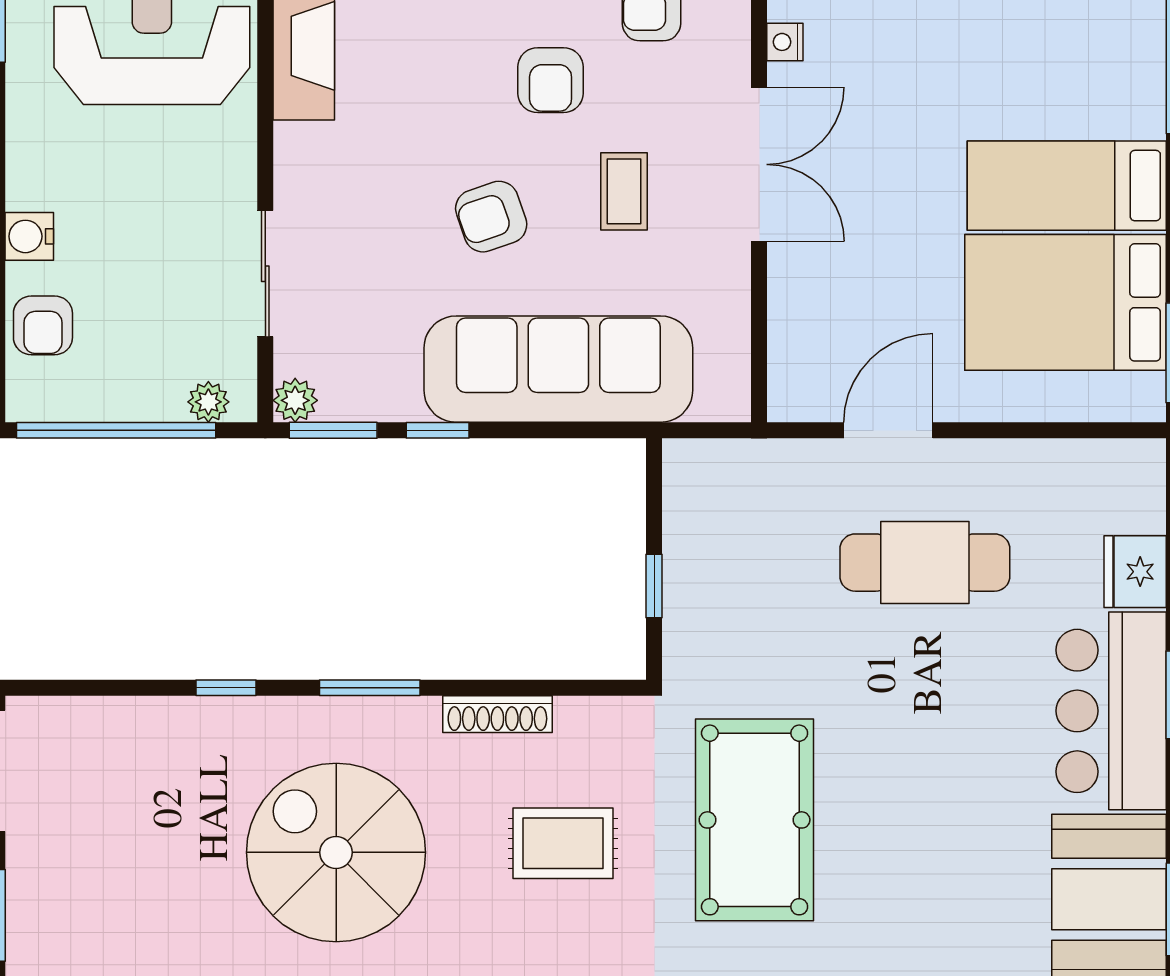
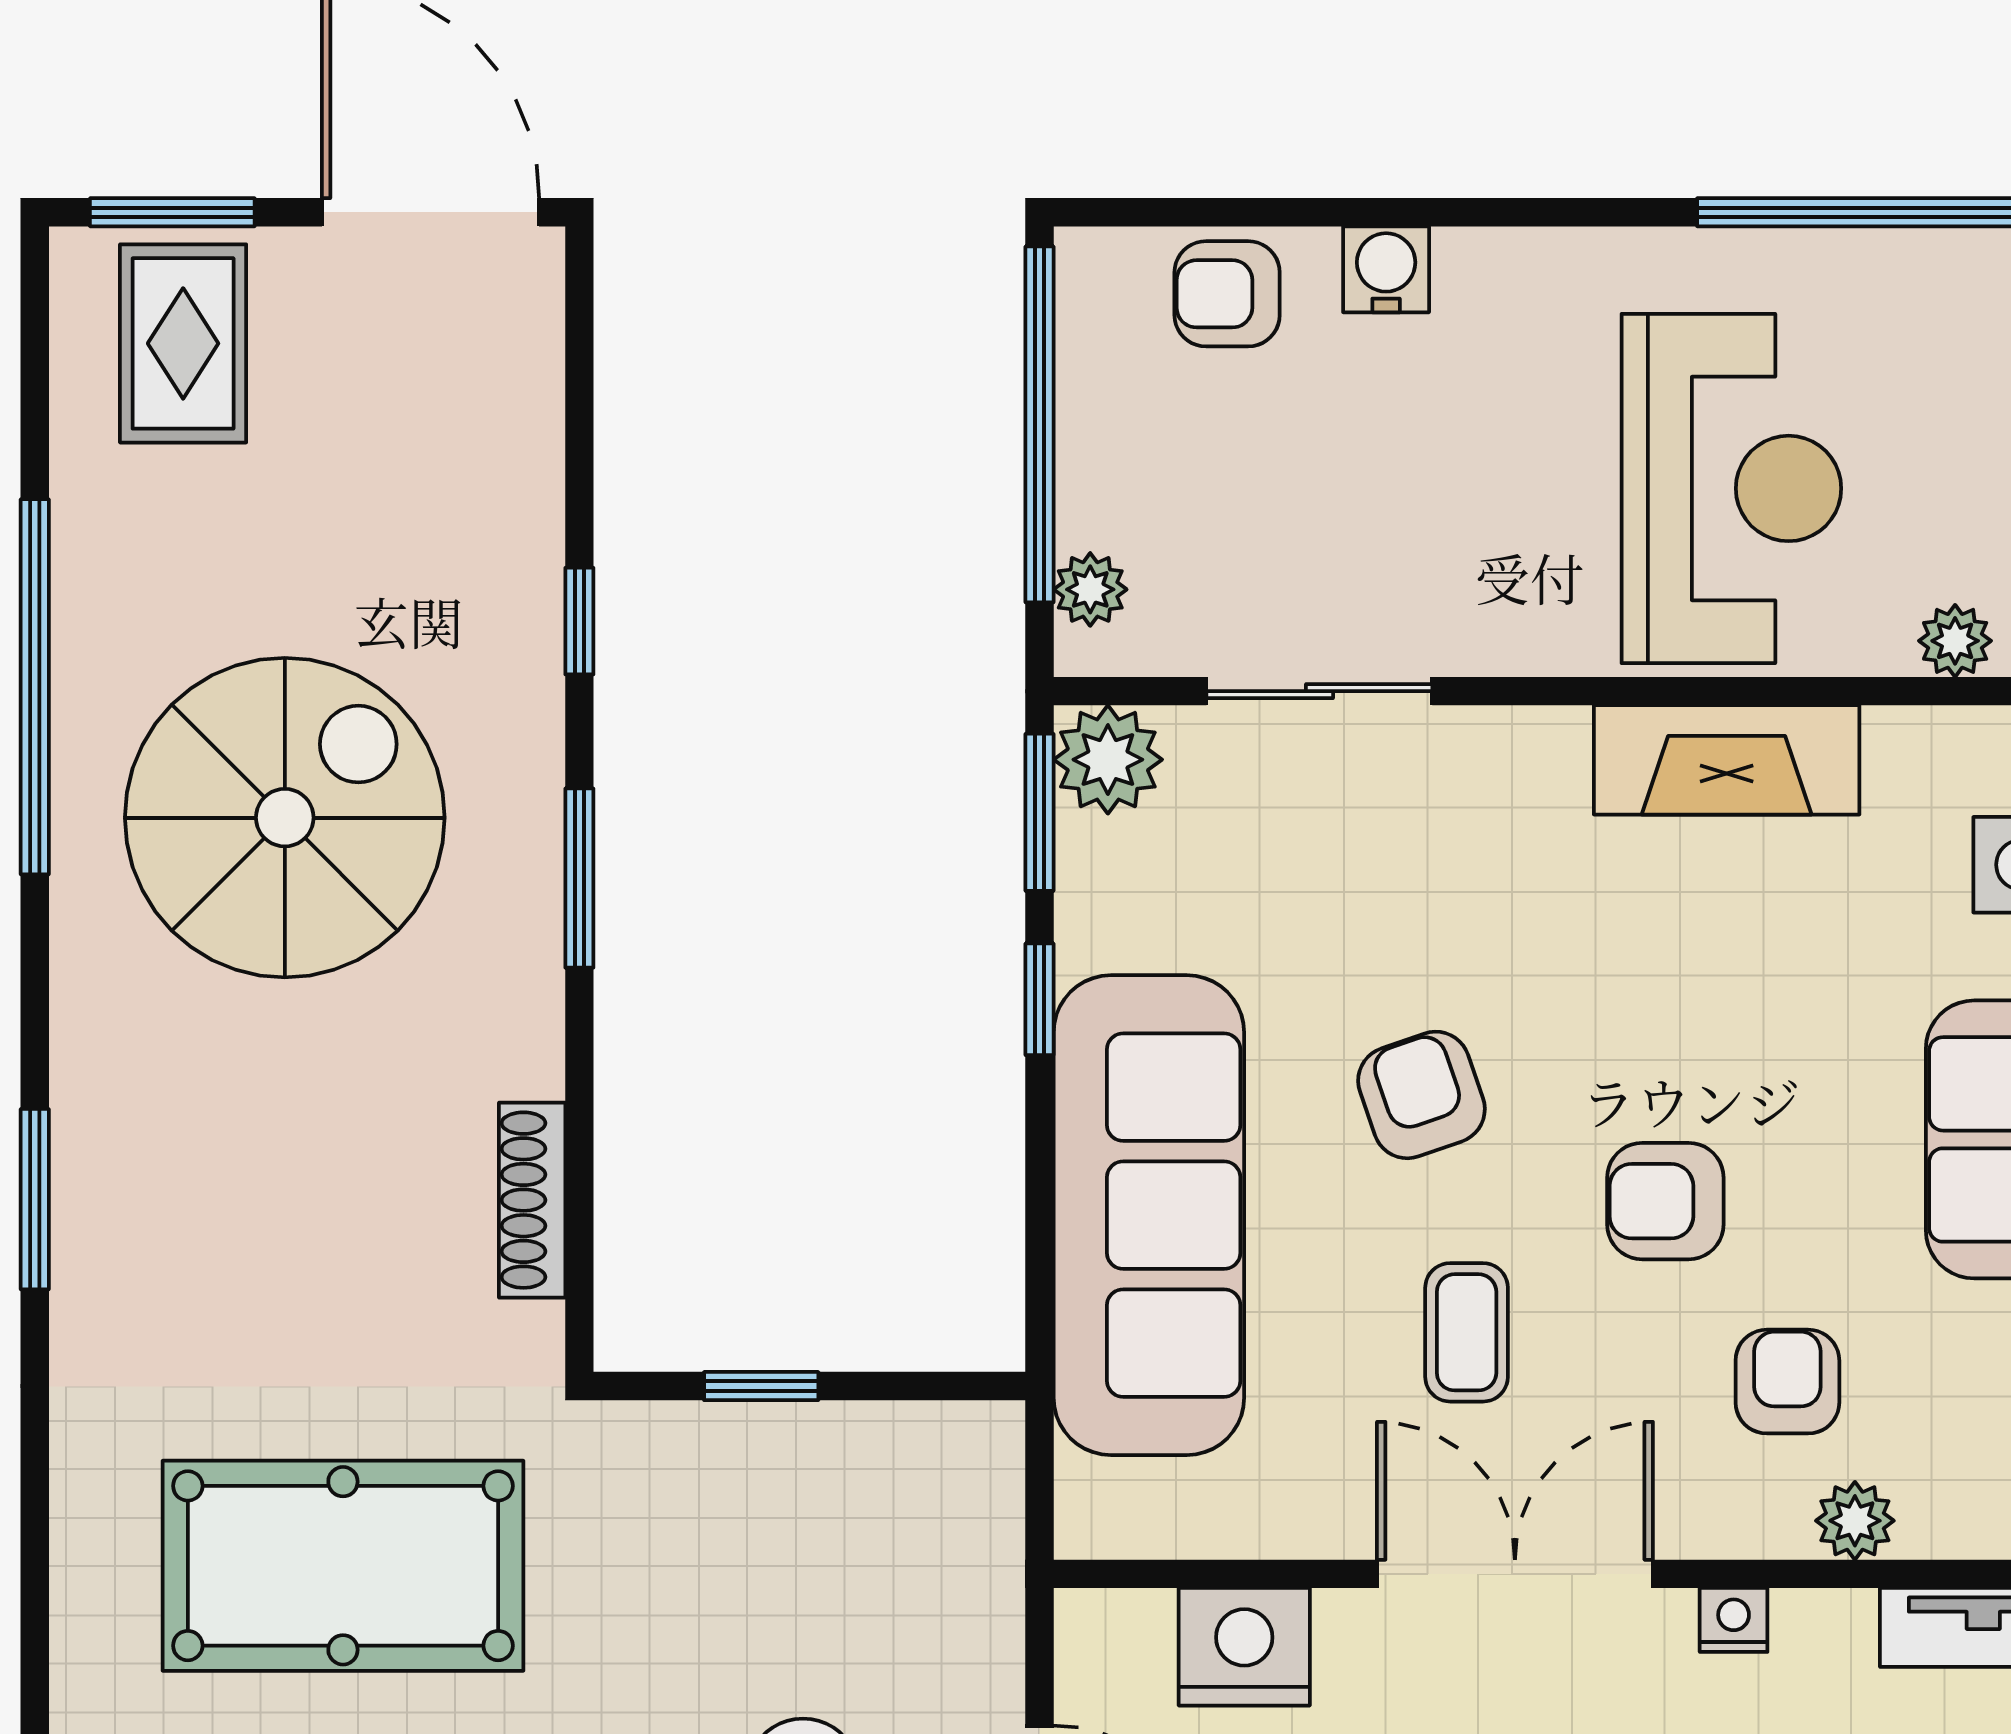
double door: (759, 164) -> (1515, 1574), swing flipped
coffee table: (624, 191) -> (1467, 1332), turned 90
nightstand: (800, 316) -> (1244, 1647), added
plant: (295, 400) -> (1108, 760), width x1.38, depth x1.38
shoe rack: (497, 714) -> (532, 1200), moved
rug: (563, 843) -> (183, 343), moved

